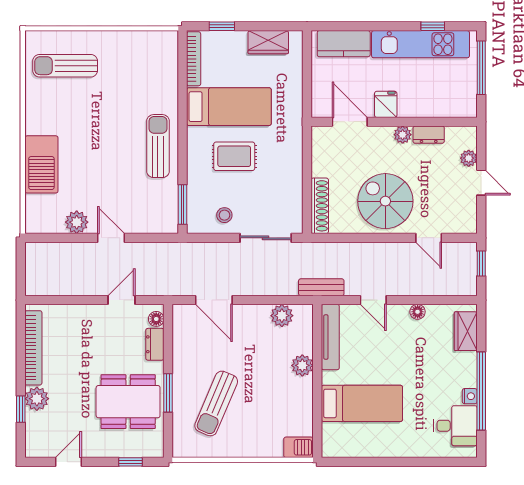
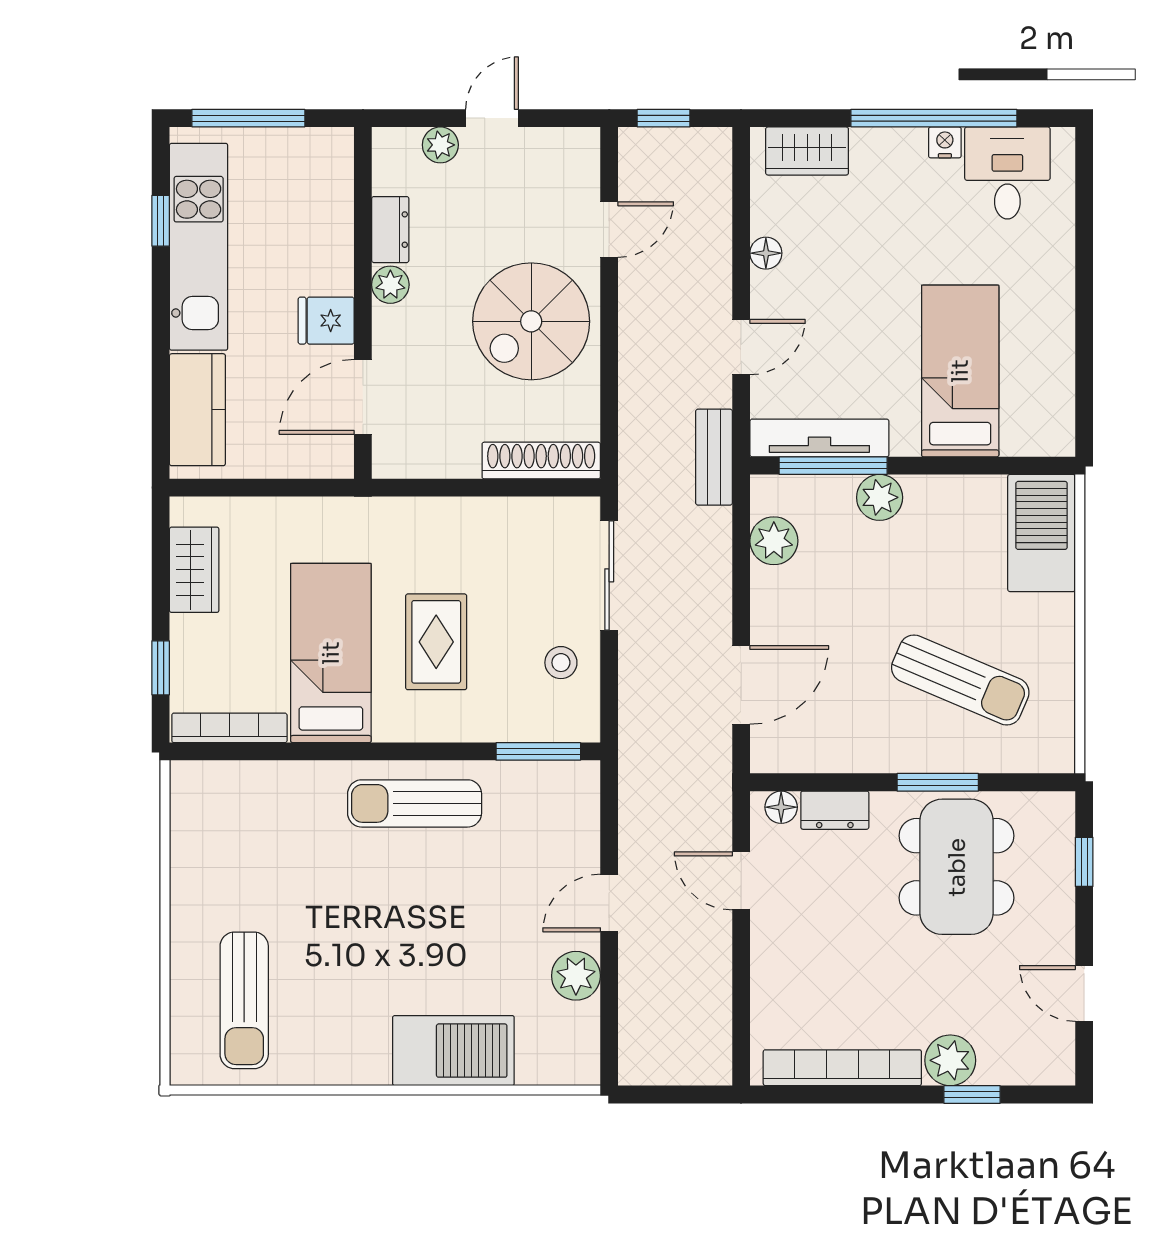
window: (317, 344) -> (833, 466), added
barbecue: (299, 447) -> (1042, 533), width x1.88, depth x1.53

